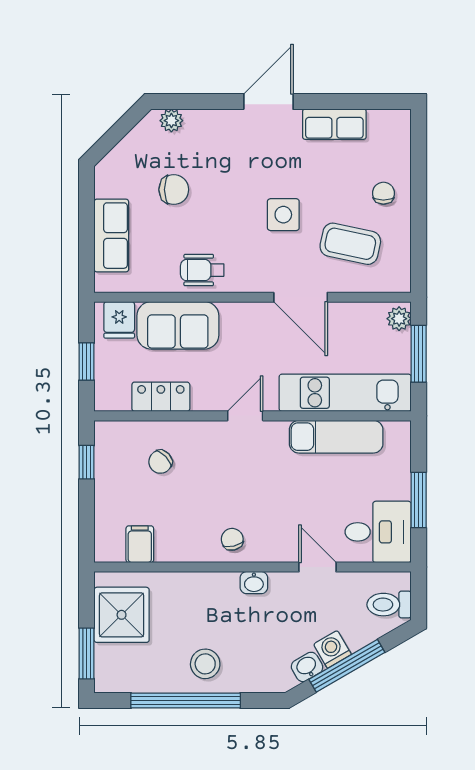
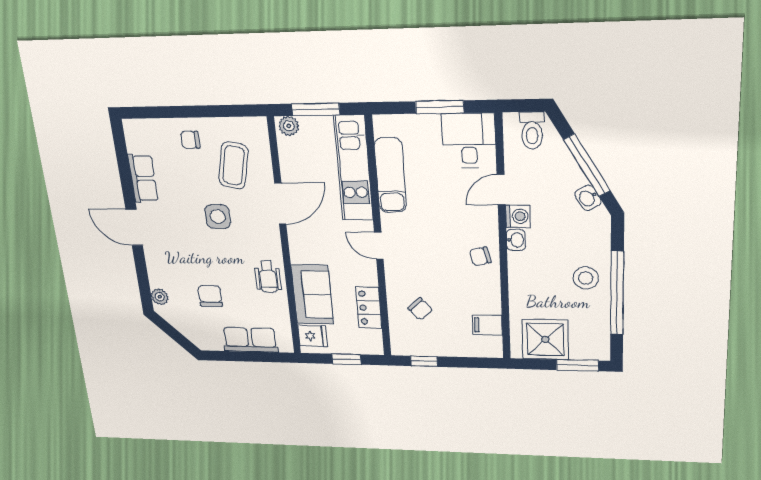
washing machine: (332, 649) -> (518, 216), moved, turned -150

